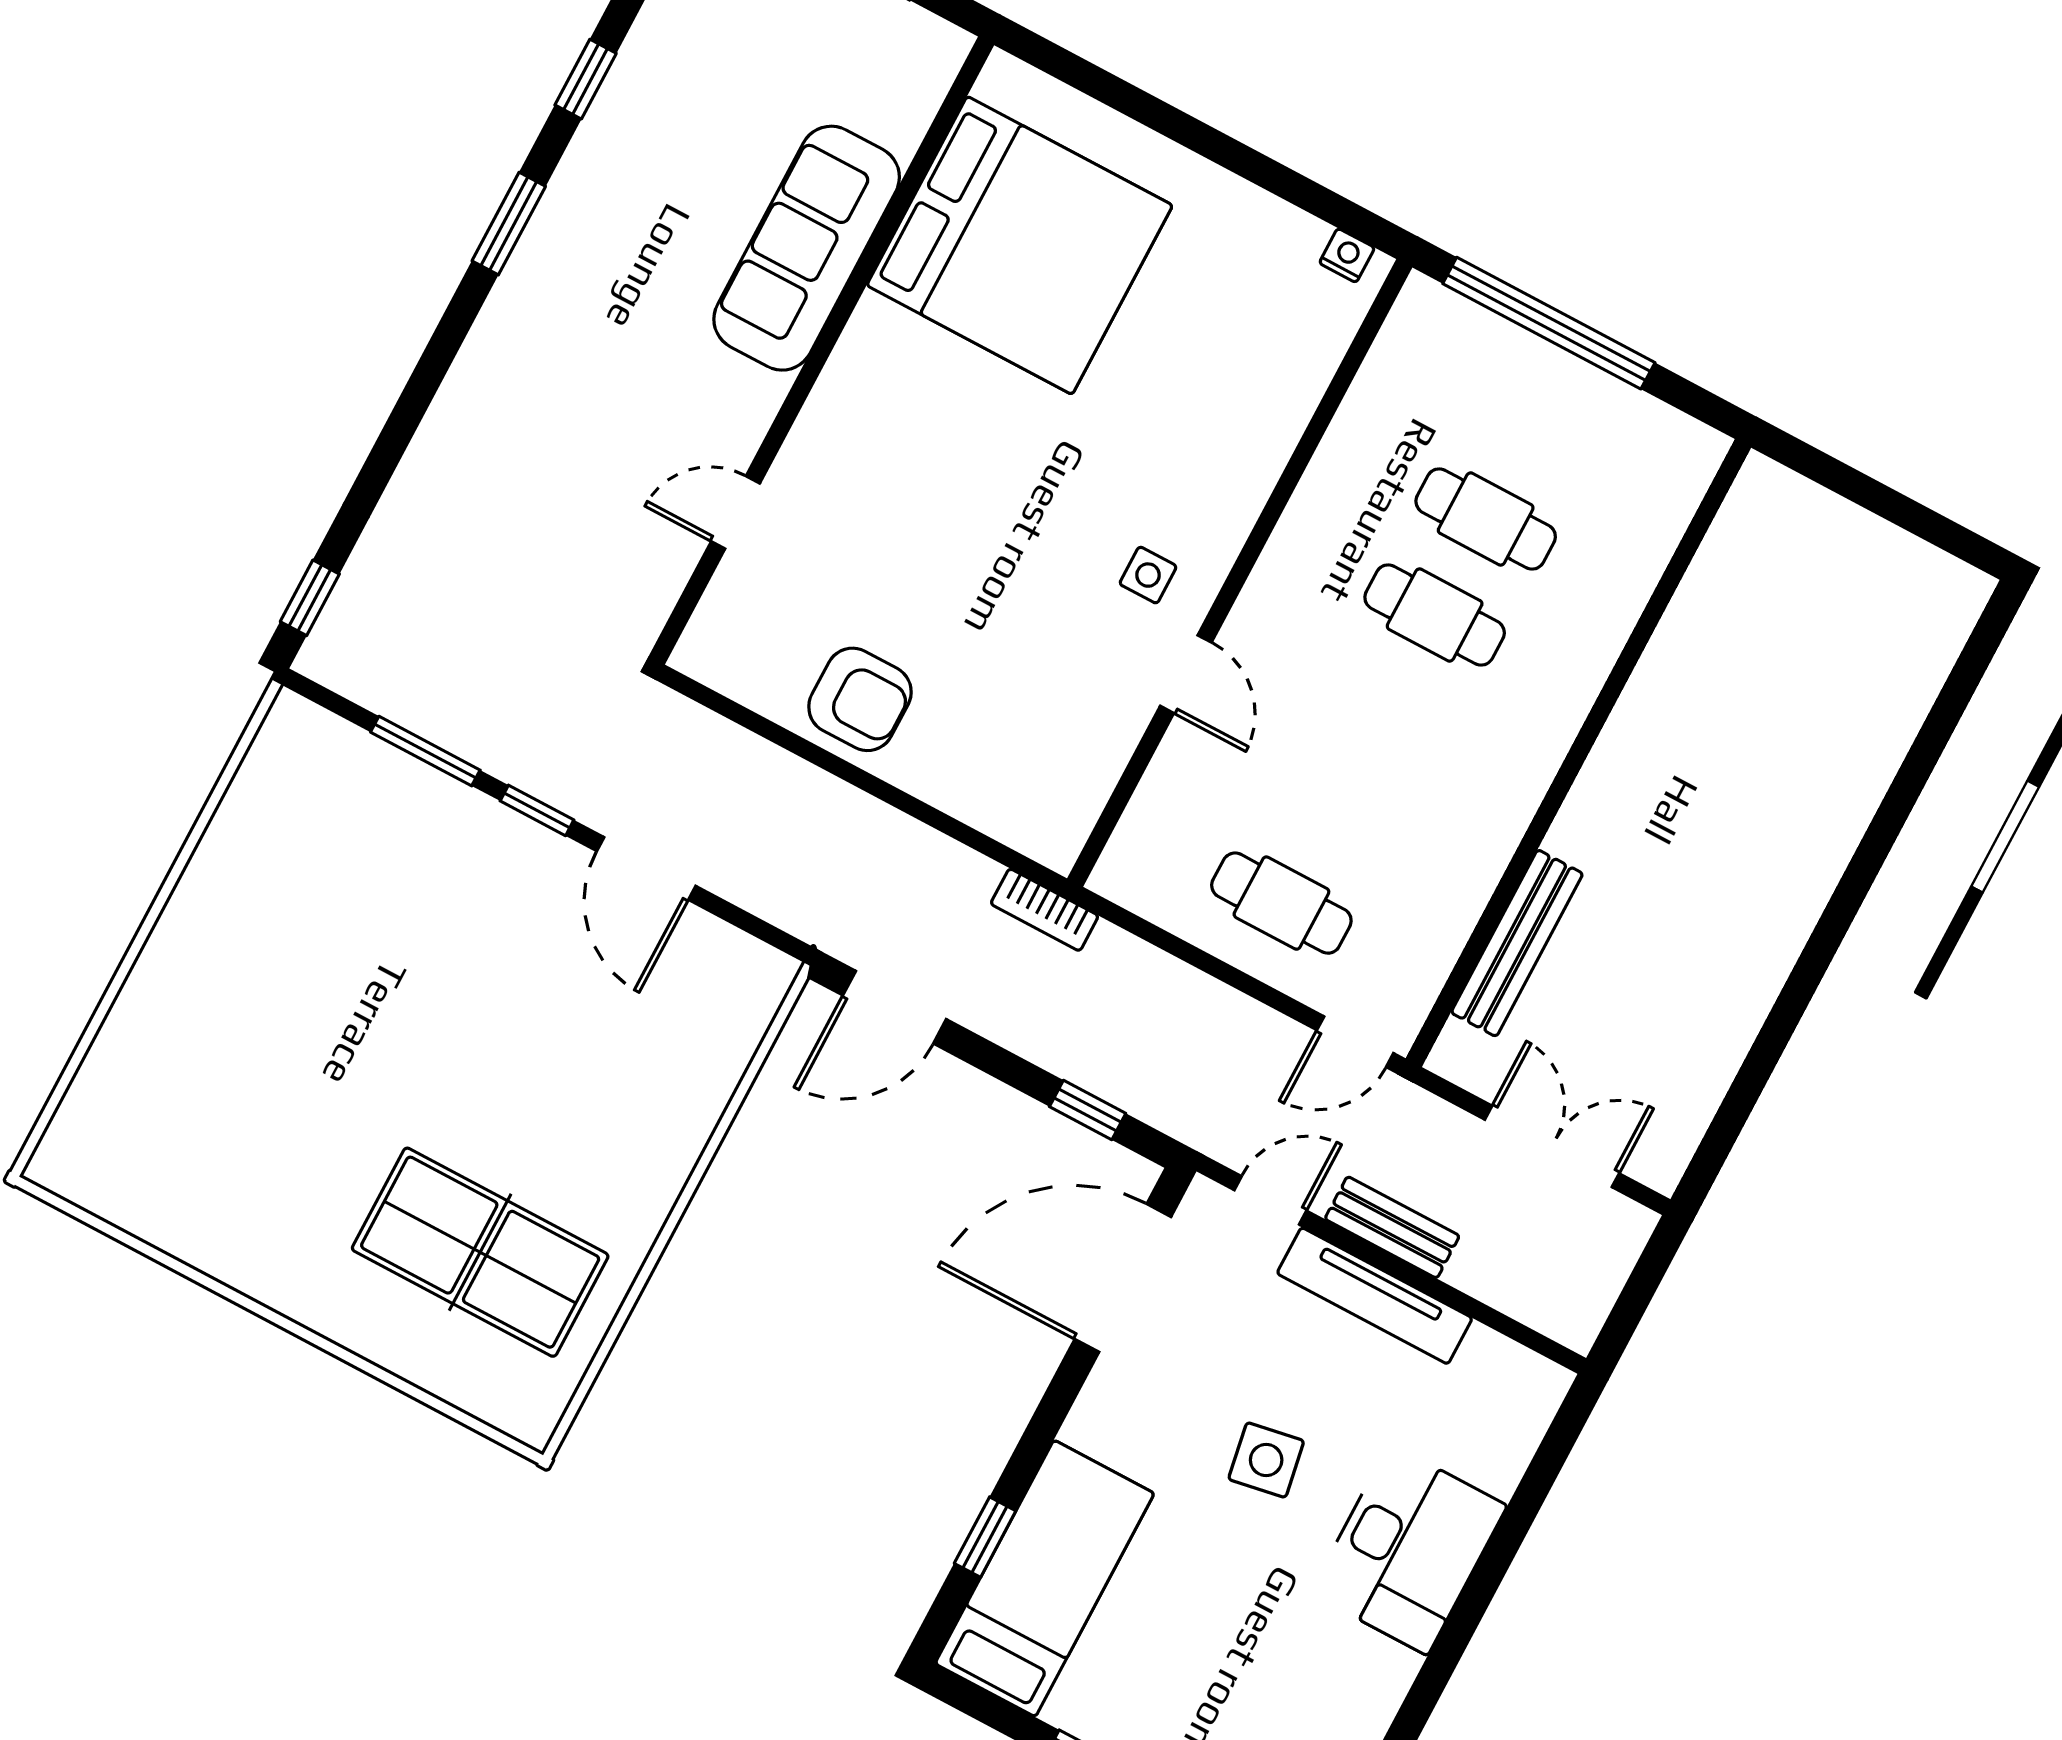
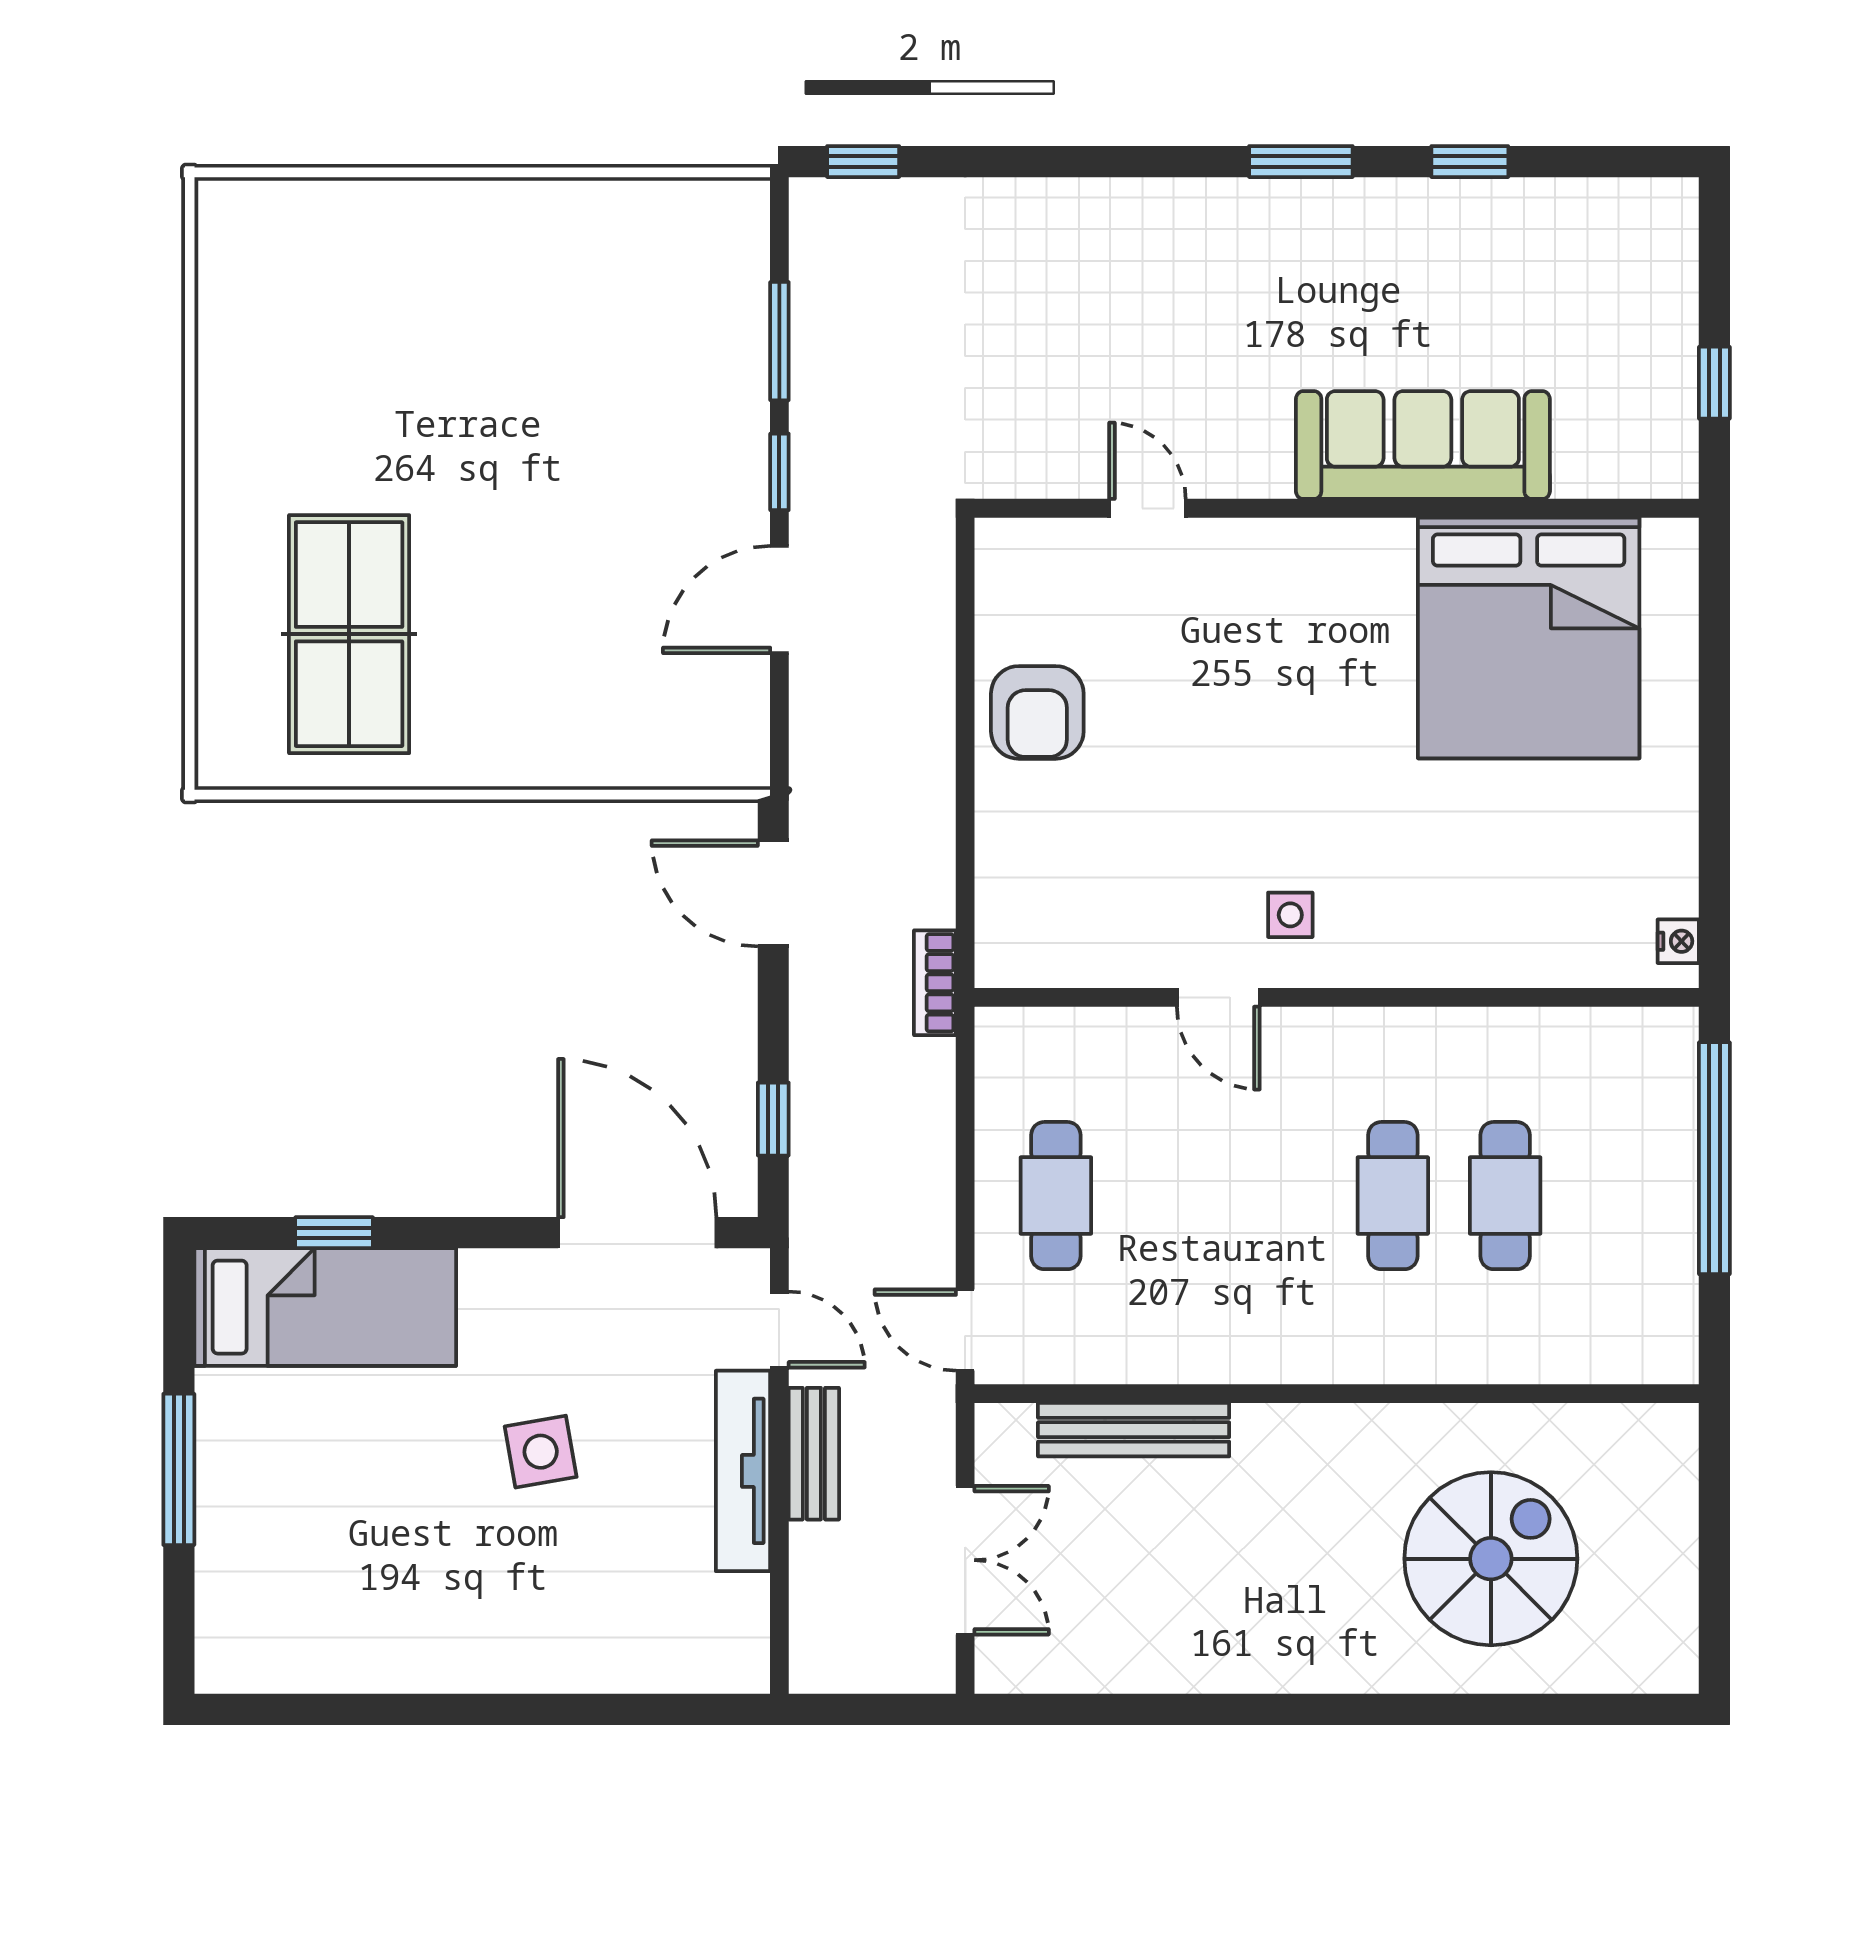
door: (1186, 674) -> (1218, 997), hinge flipped
spiral stairs: (1790, 696) -> (1491, 1559), added
desk: (1408, 1549) -> (528, 1625), removed

